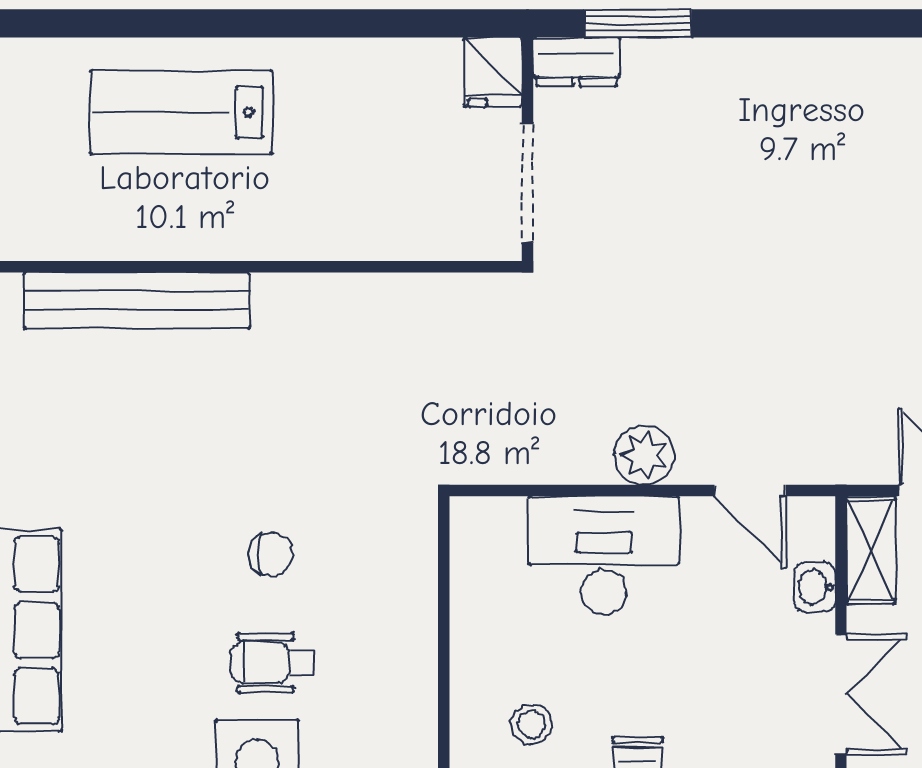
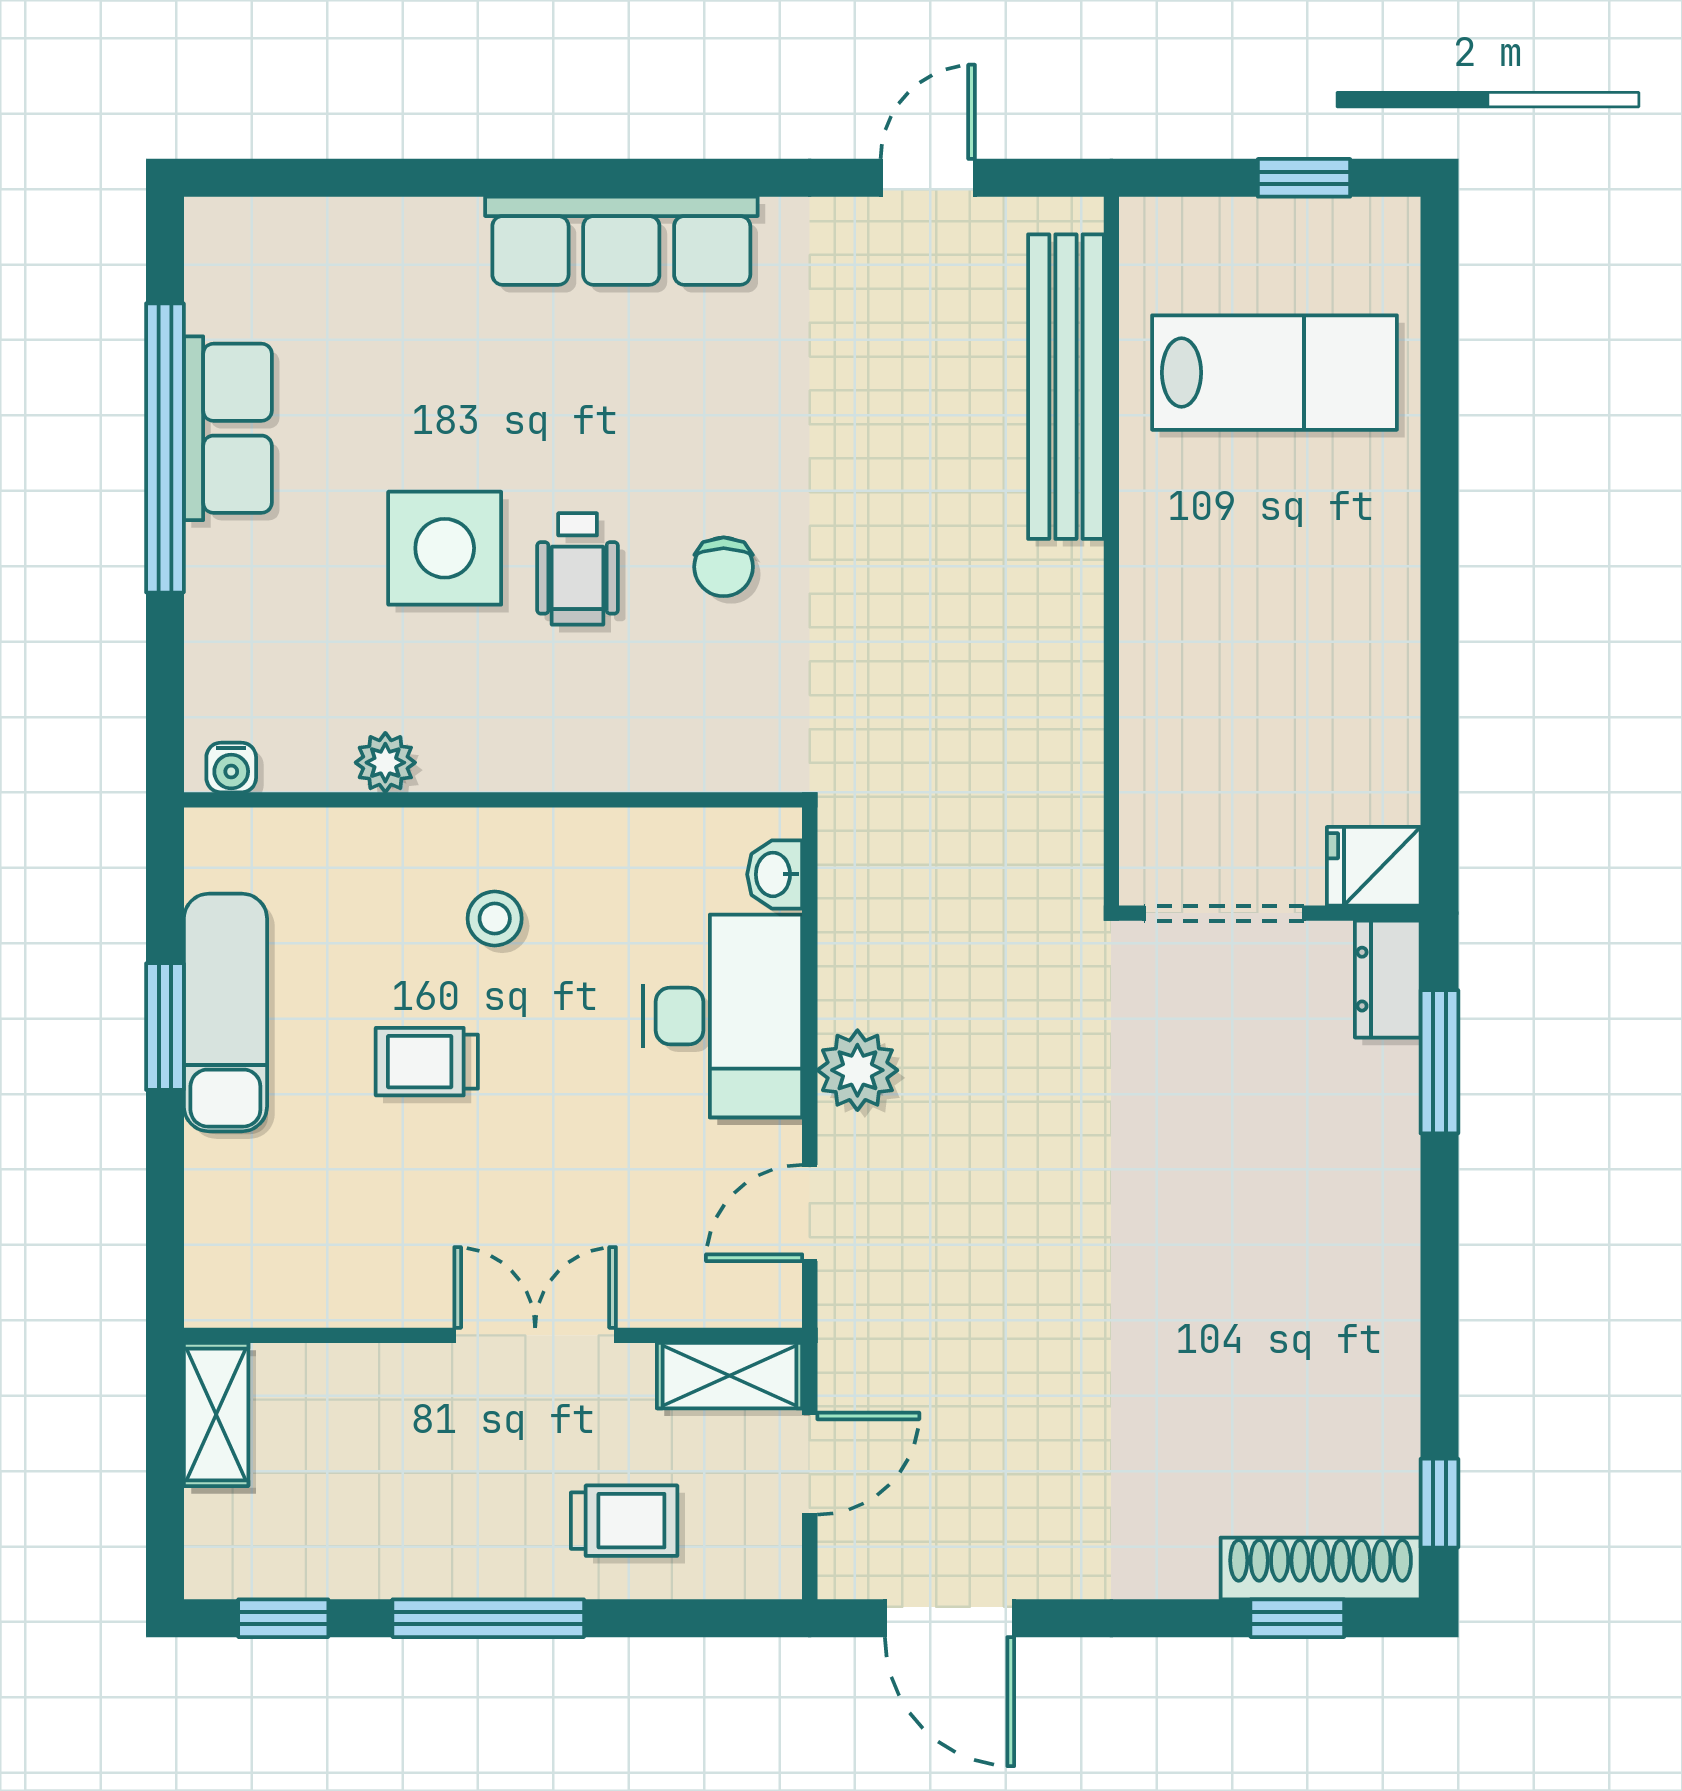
lab bench: (181, 112) -> (1275, 373), moved, turned 90
washbasin: (815, 587) -> (775, 874), moved, turned -90
wheelchair: (272, 663) -> (578, 569), turned 180
double door: (841, 694) -> (535, 1335), swing flipped

